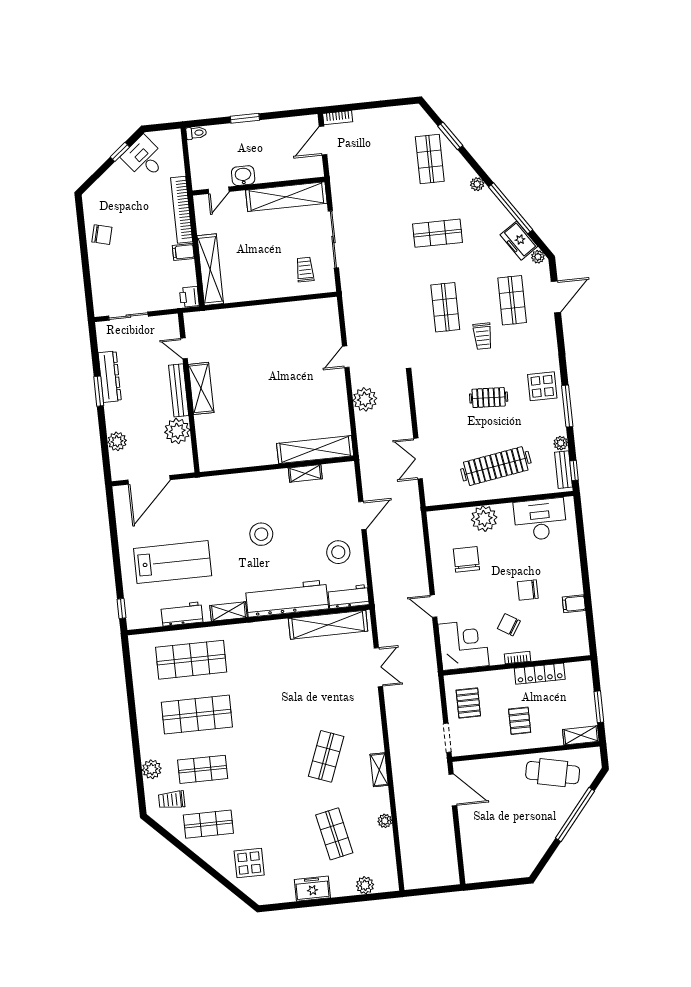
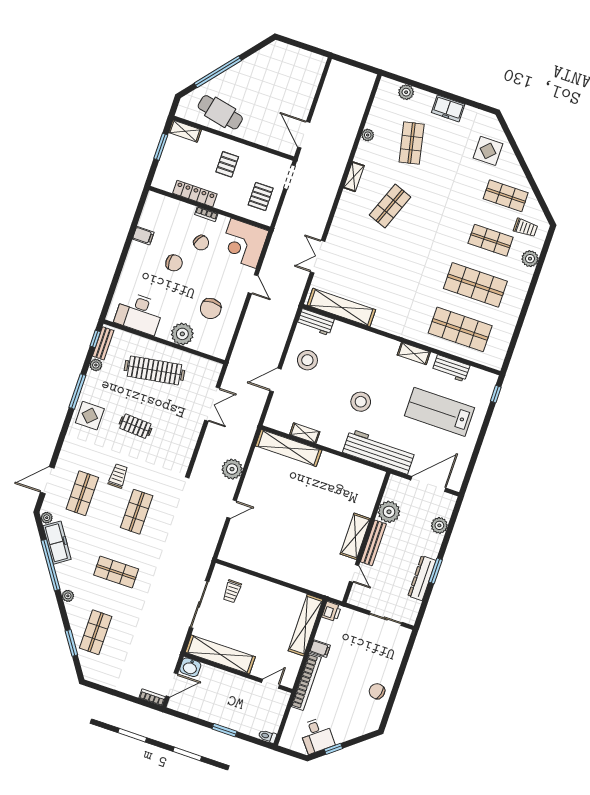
washbasin: (243, 176) -> (190, 667), moved
freezer: (519, 241) -> (57, 543), width x1.40
workbench: (287, 599) -> (379, 452), moved, turned 180

